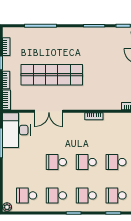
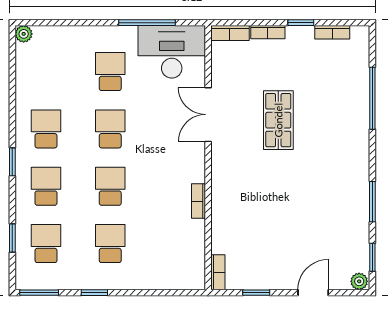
shop shelf: (52, 75) -> (278, 120), width x0.50, depth x0.74
school desk: (27, 195) -> (110, 72), moved

